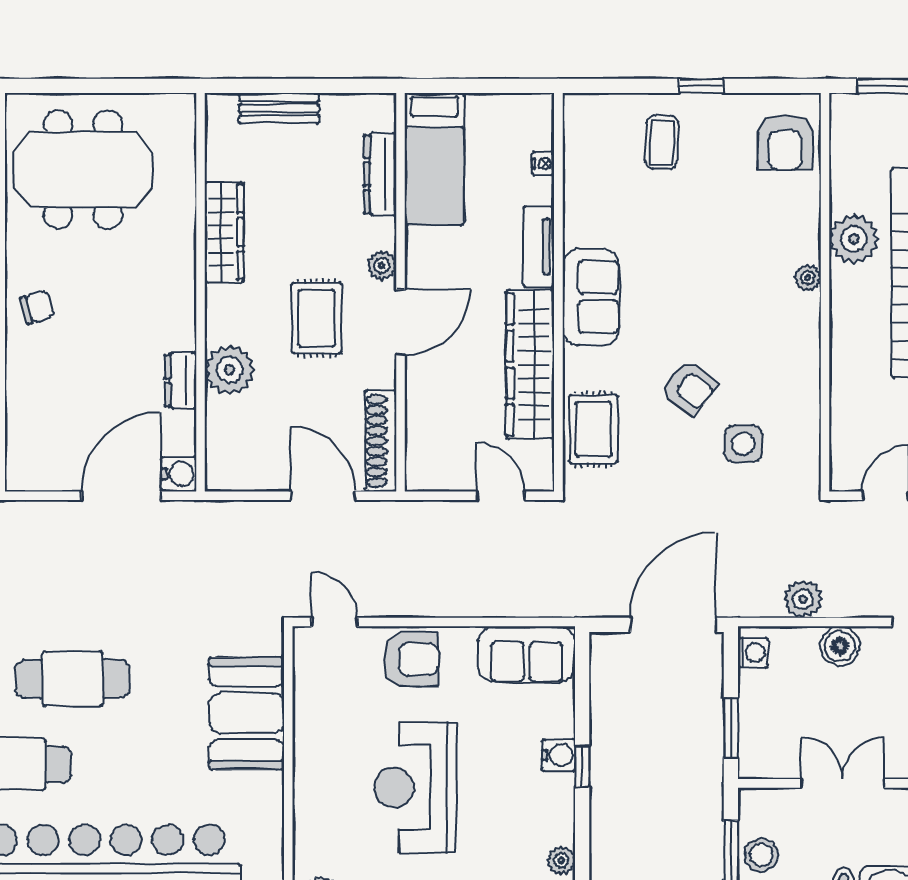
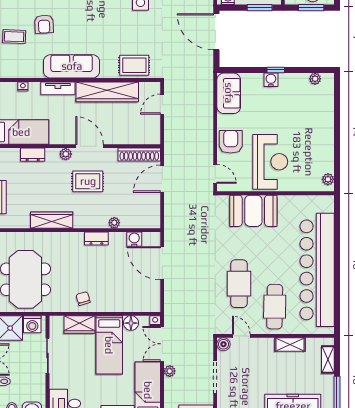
dresser: (380, 174) -> (33, 155), width x0.70
sofa: (591, 297) -> (72, 66), width x1.36
plant: (230, 370) -> (114, 223), width x0.53, depth x0.53
dresser: (181, 381) -> (96, 238), moved
armchair: (690, 387) -> (44, 24), moved, turned 139
water cooler: (179, 474) -> (134, 239), moved
door: (335, 622) -> (215, 174), swing flipped
reception desk: (415, 787) -> (270, 162), moved, turned -90

